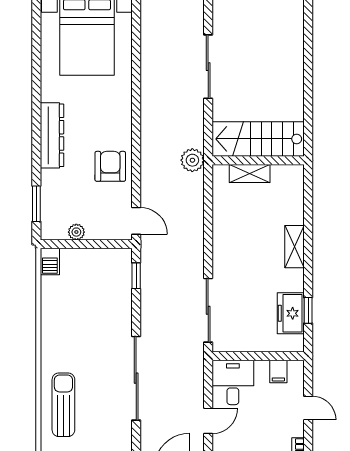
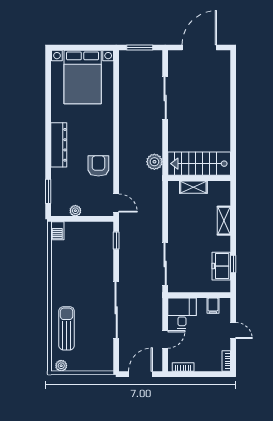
stairs: (258, 139) -> (199, 164), moved
wall: (258, 160) -> (199, 178), moved
shelving: (250, 173) -> (193, 187), moved

